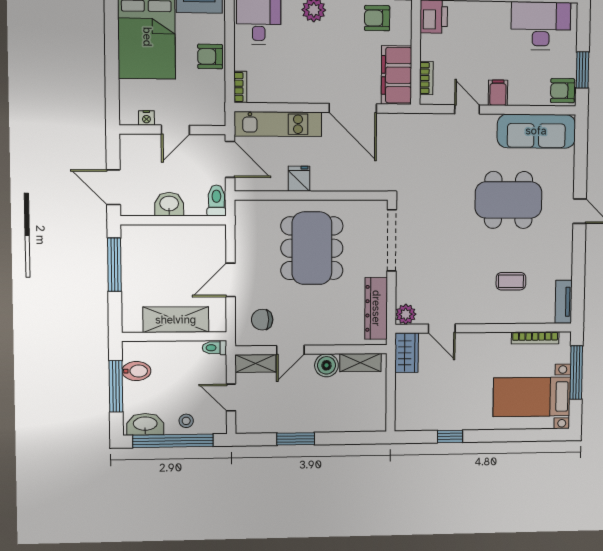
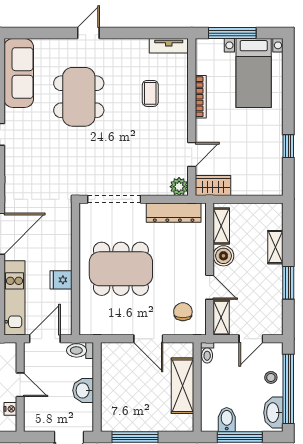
chair: (262, 320) -> (183, 312), turned 180
bookcase: (535, 338) -> (201, 97), moved
shelving: (336, 424) -> (275, 247), added

